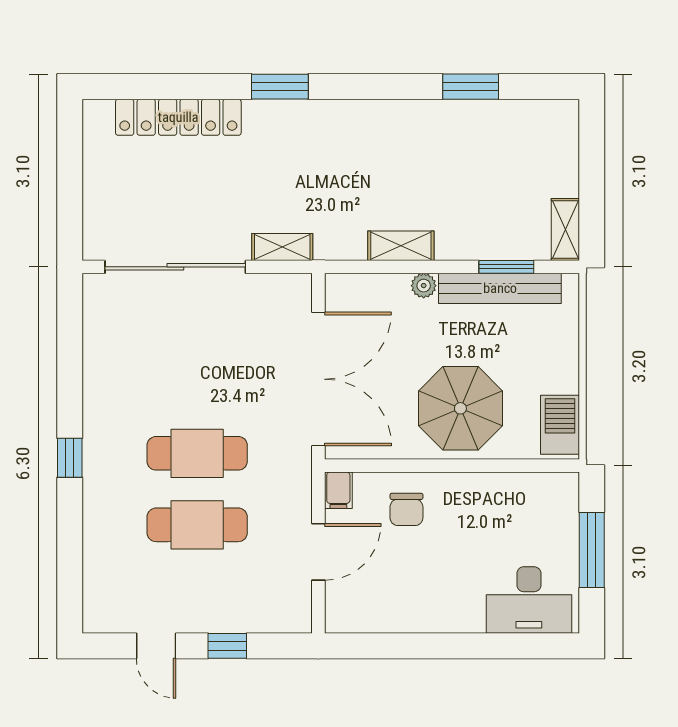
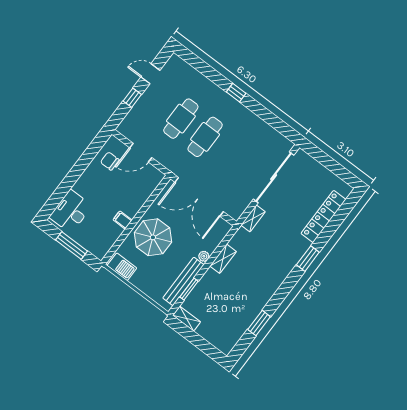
filing cabinet: (338, 490) -> (123, 220), moved
chair: (406, 509) -> (110, 161), moved
door: (318, 552) -> (141, 153), hinge flipped

